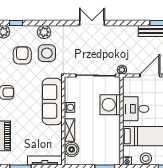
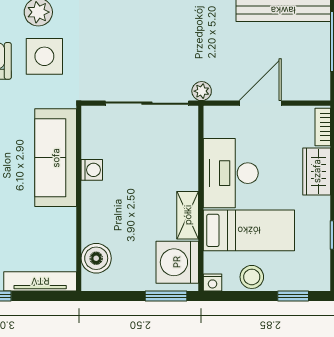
washing machine: (110, 105) -> (177, 262), moved
desk: (136, 109) -> (231, 173), width x1.37
shelving: (70, 130) -> (188, 215), moved

